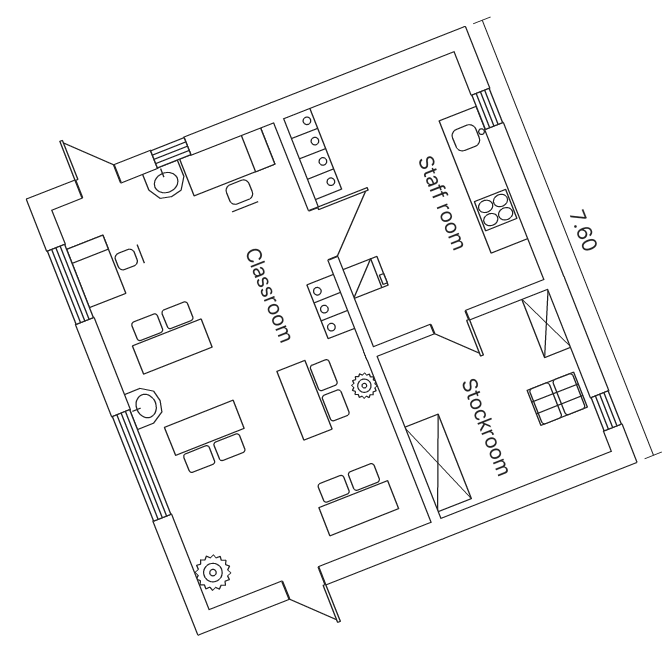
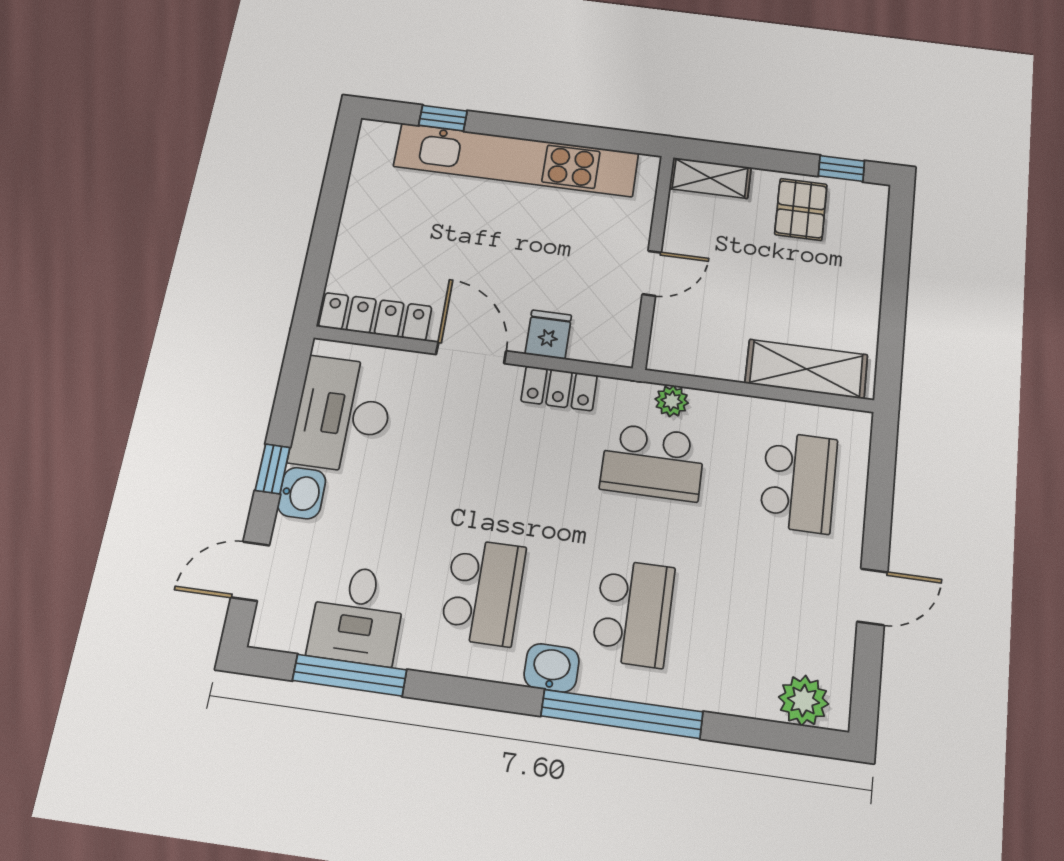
kitchen unit: (484, 180) -> (516, 160), width x1.36
school desk: (208, 438) -> (633, 613), turned 180

